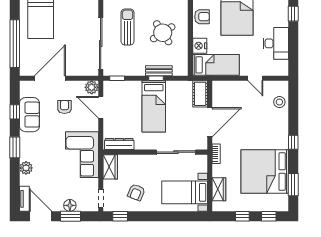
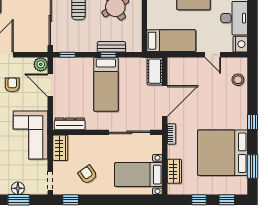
nightstand: (200, 46) -> (240, 44), moved, turned 180
armchair: (136, 192) -> (88, 175), turned 123

